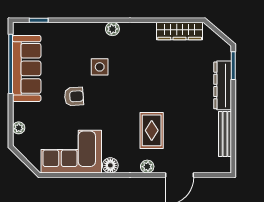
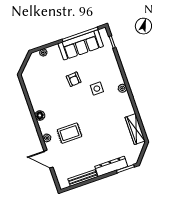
corner sofa: (71, 152) -> (40, 89), removed

